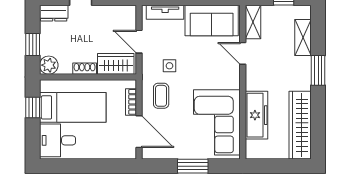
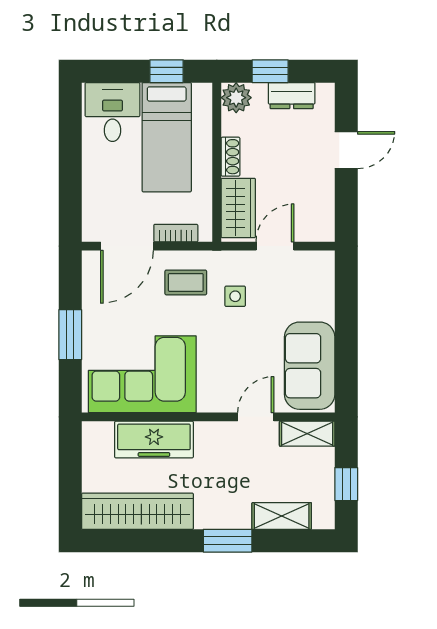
tv unit: (165, 12) -> (323, 289), removed
dresser: (54, 13) -> (292, 96), moved, turned -90

